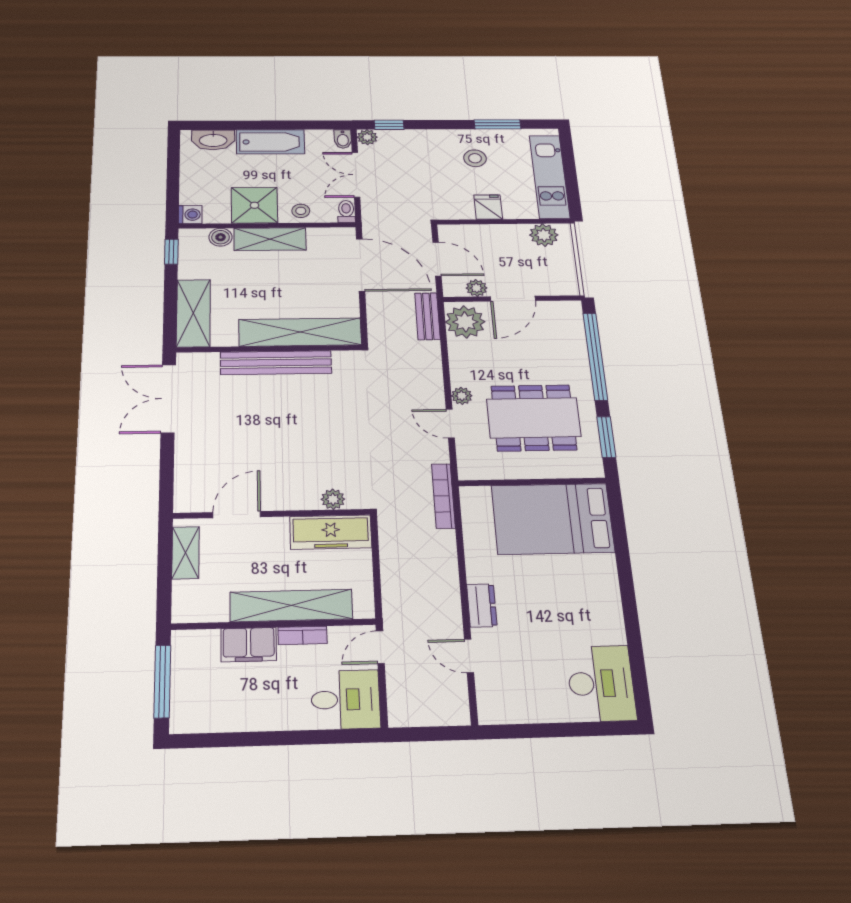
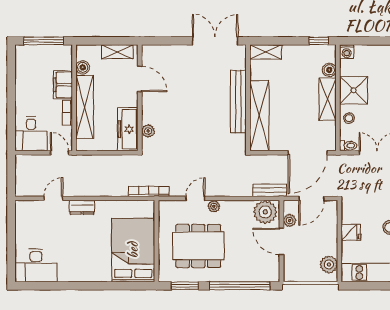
shelving: (193, 313) -> (266, 52), width x0.67, depth x0.75
dining table: (534, 418) -> (198, 246), turned 90
boiler: (215, 611) -> (83, 67), added

